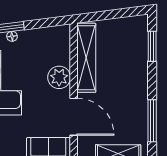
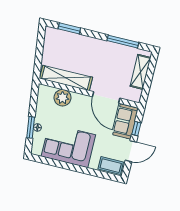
plant: (59, 77) -> (63, 98), moved
door: (74, 117) -> (106, 97), swing flipped

